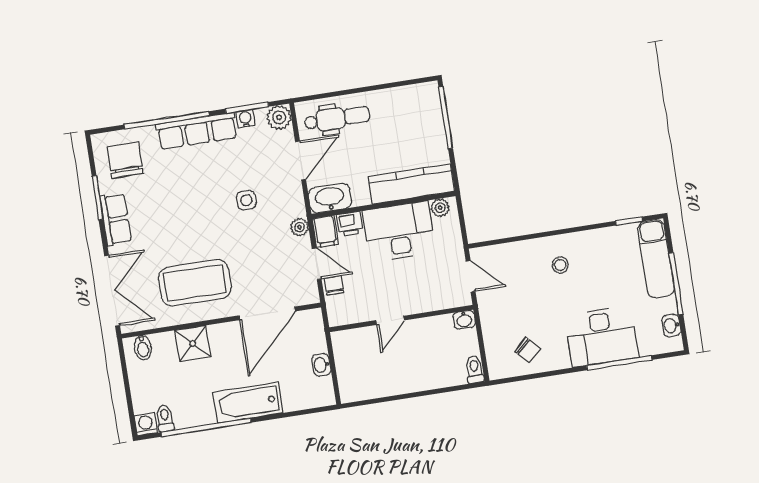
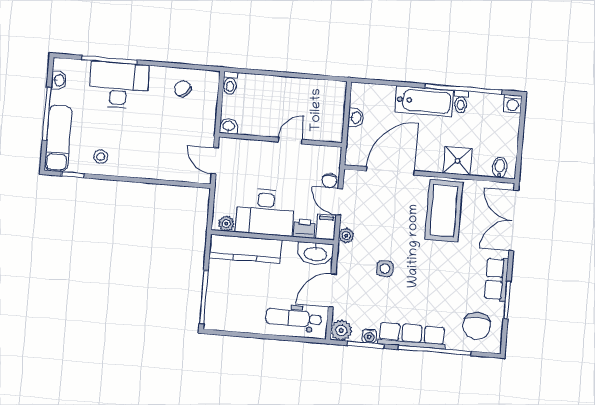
stool: (560, 265) -> (101, 157), moved
coffee table: (195, 283) -> (444, 211), turned 90
toilet: (165, 418) -> (461, 102), moved

